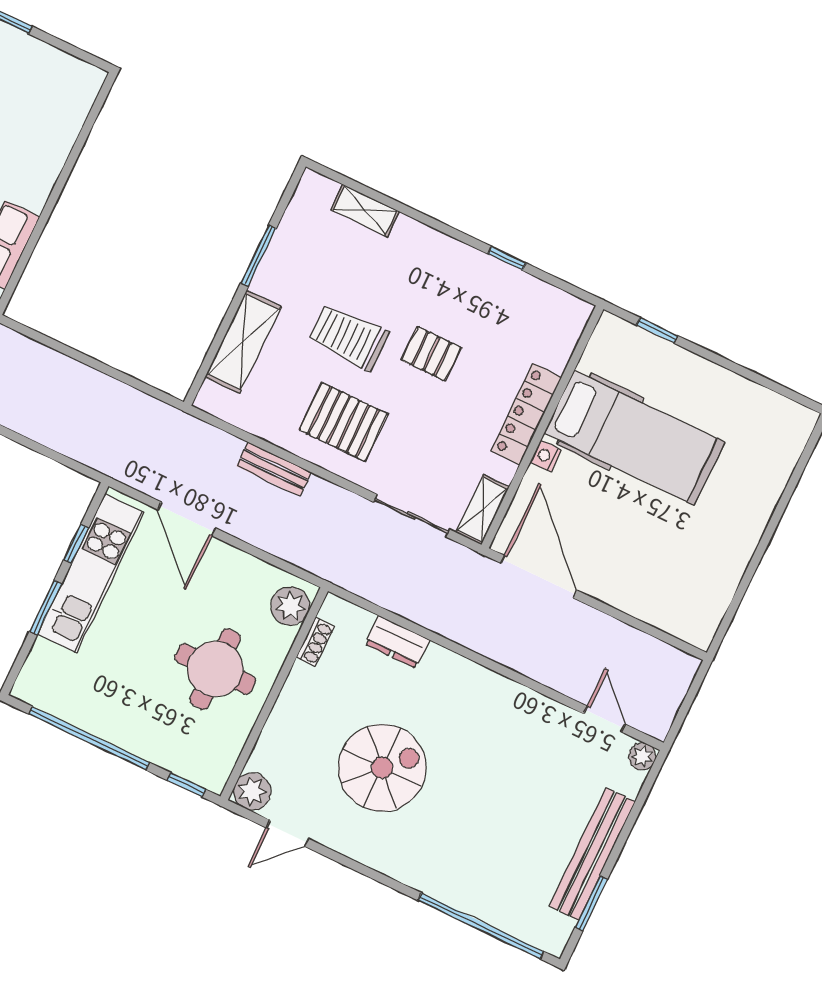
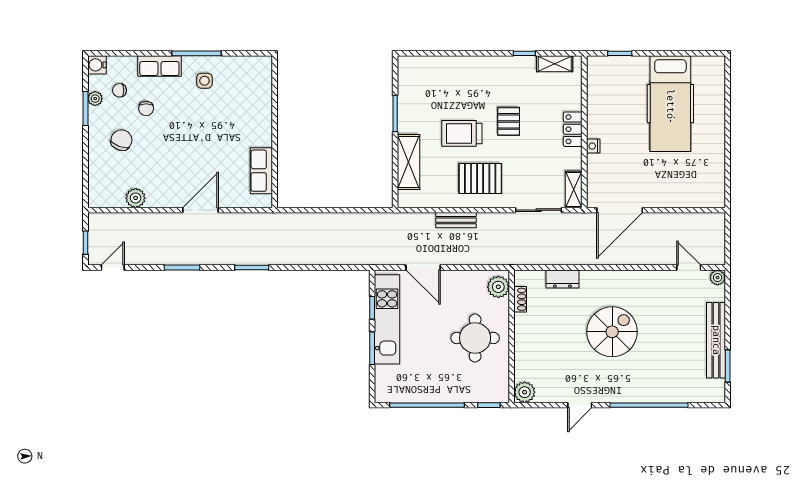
shelving: (365, 211) -> (555, 64), moved
pallet: (431, 354) -> (509, 121), turned 90
locker: (526, 414) -> (573, 129), width x0.66
hospital bed: (634, 438) -> (670, 104), moved, turned 90
door: (539, 577) -> (620, 210), swing flipped
spiral stairs: (382, 768) -> (612, 332), moved
door: (287, 833) -> (580, 405), moved
window: (481, 926) -> (649, 405), moved

